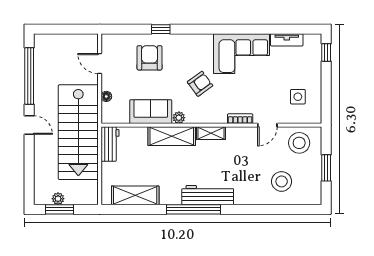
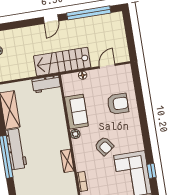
window: (161, 29) -> (151, 171), moved
stairs: (78, 132) -> (62, 62), width x0.73, depth x0.66
shelving: (172, 136) -> (60, 131), removed
workbench: (208, 195) -> (16, 149), moved

